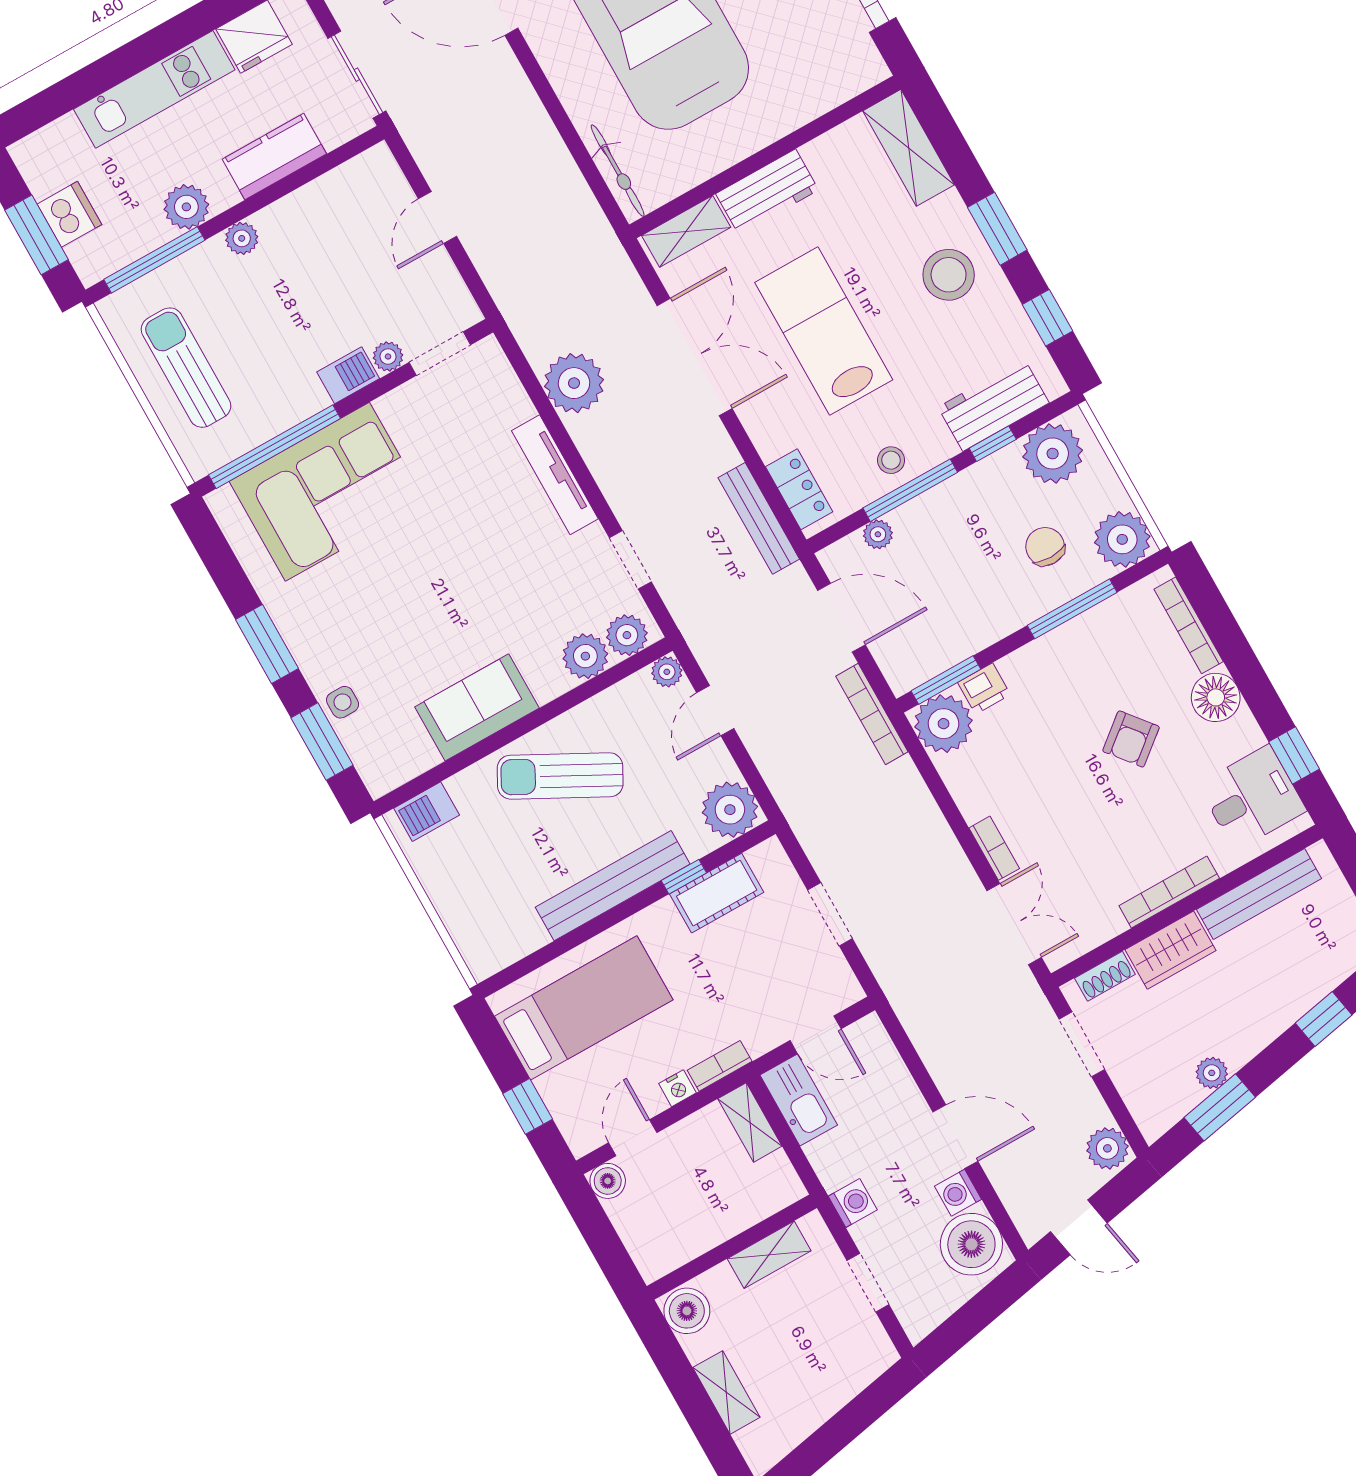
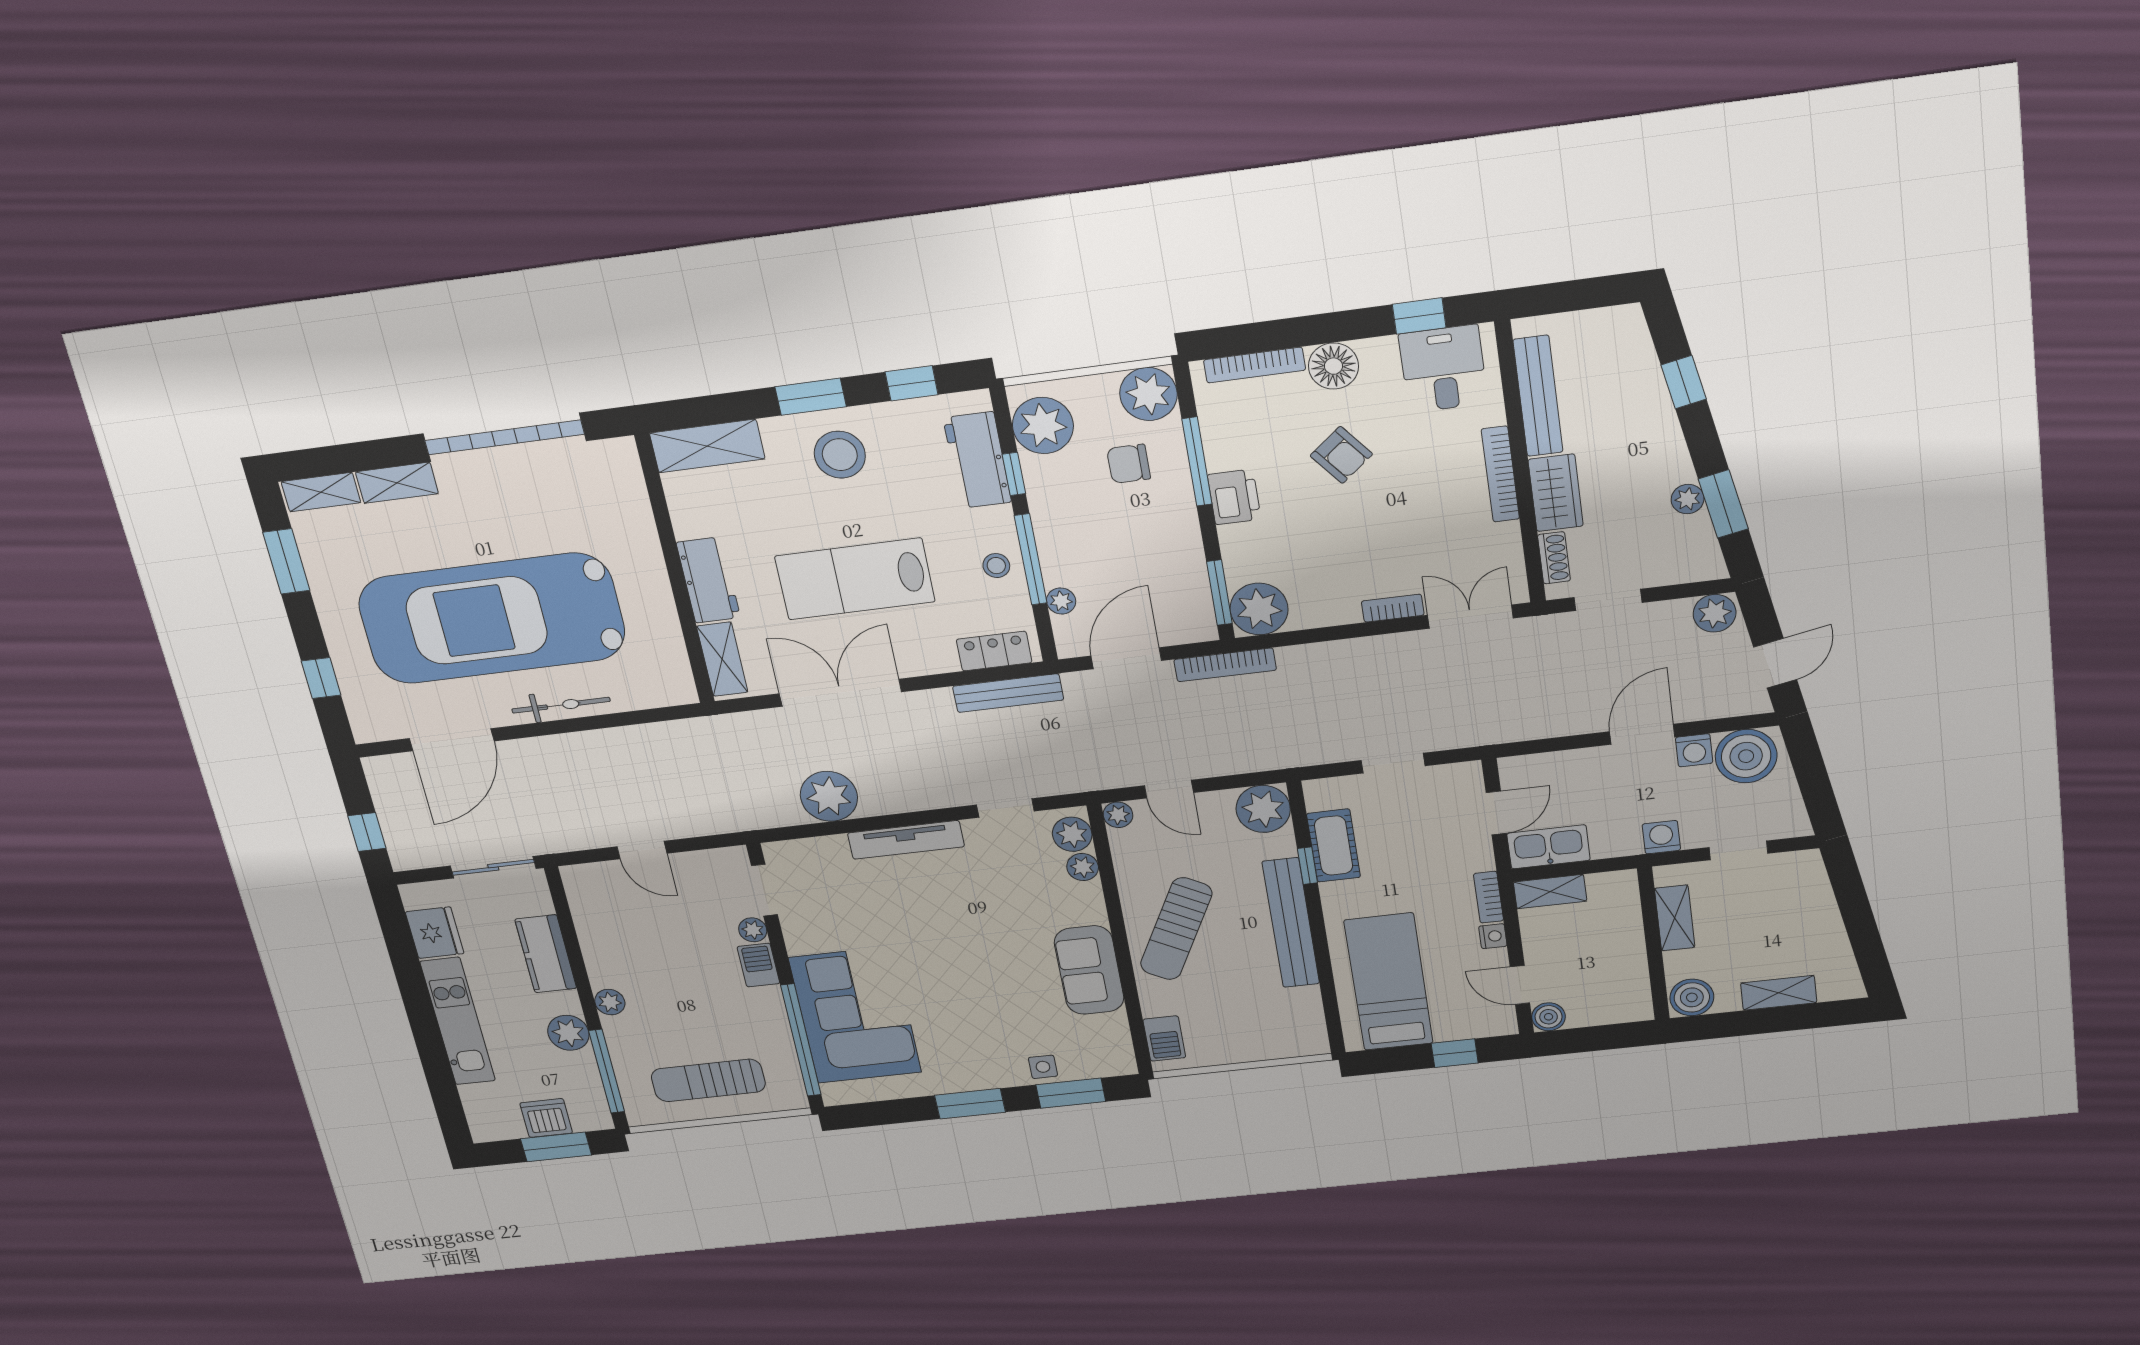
bicycle: (618, 171) -> (561, 705), moved
plant: (585, 656) -> (1083, 867), width x0.73, depth x0.73
printer: (984, 689) -> (1234, 497), moved, width x1.36, depth x1.24

